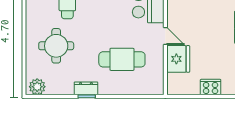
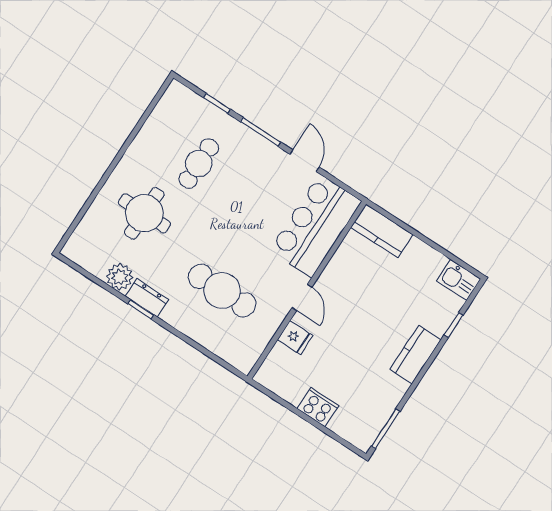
fridge: (178, 59) -> (295, 337), width x0.53, depth x0.75
plant: (37, 87) -> (120, 277), moved

